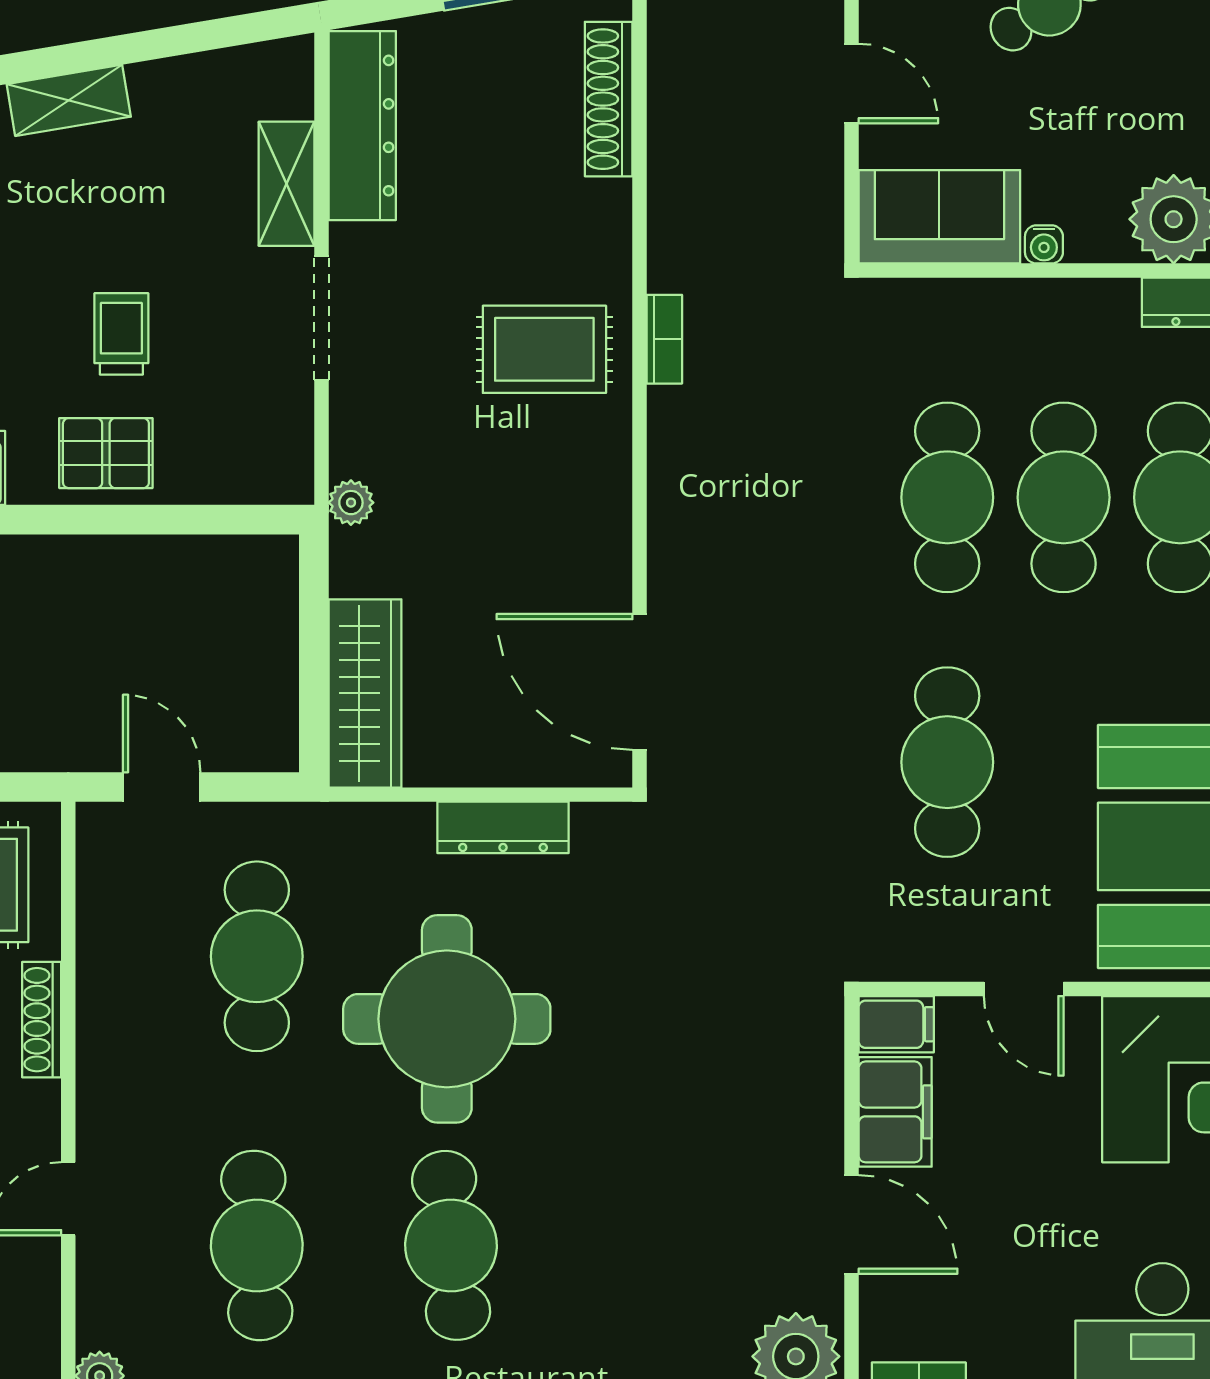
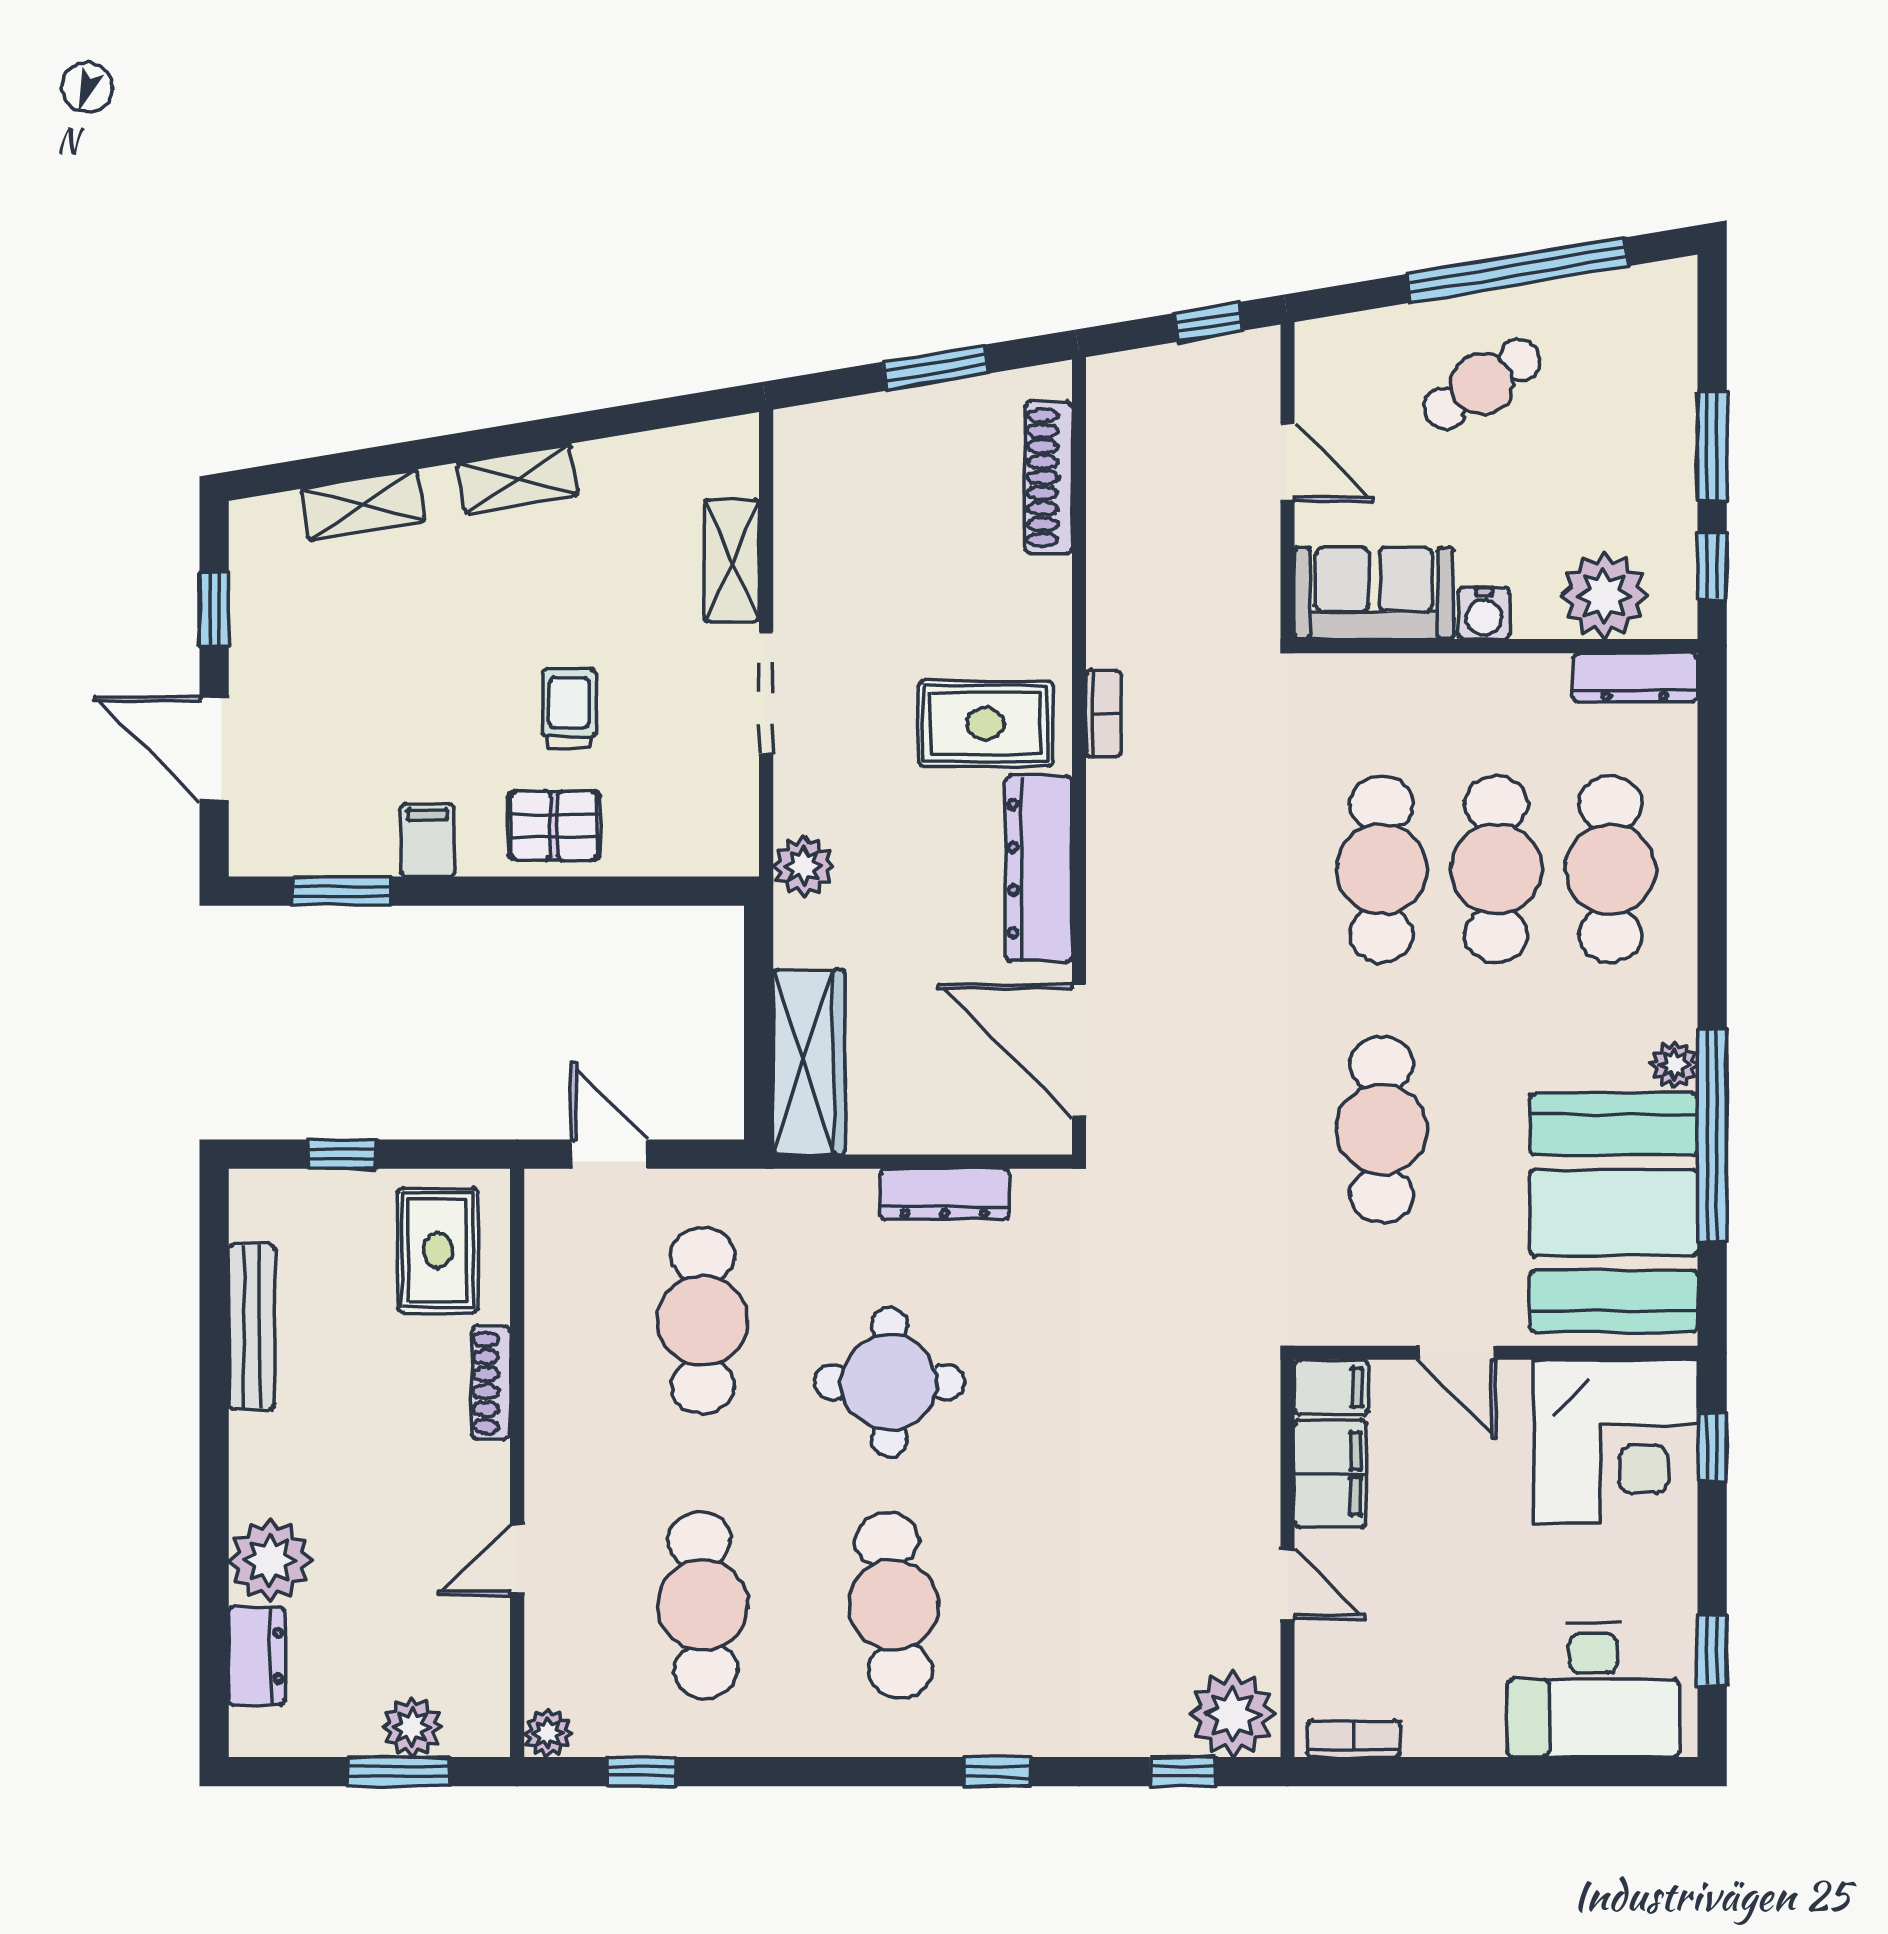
dresser: (362, 126) -> (1039, 869), moved, turned 180
water cooler: (1044, 244) -> (1484, 613), width x1.38, depth x1.38
plant: (351, 503) -> (803, 866), width x1.38, depth x1.38
round table: (447, 1019) -> (889, 1382), width x0.73, depth x0.73
door: (852, 1224) -> (1287, 1584), width x0.73

